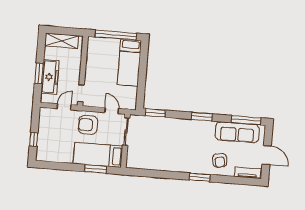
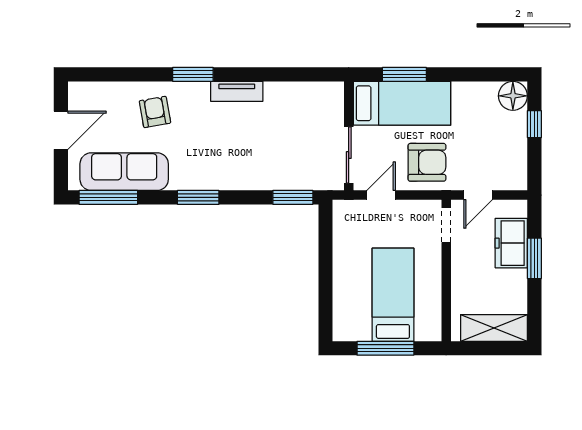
window: (116, 35) -> (385, 348), width x0.68
bed: (129, 63) -> (393, 295), moved
freezer: (50, 77) -> (511, 243), width x0.71
door: (112, 111) -> (381, 195), swing flipped
floor lamp: (43, 154) -> (513, 96), added
door: (267, 155) -> (61, 130), swing flipped
tv unit: (248, 173) -> (237, 91), moved

